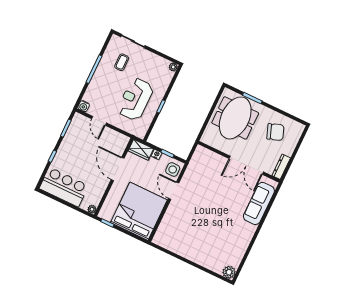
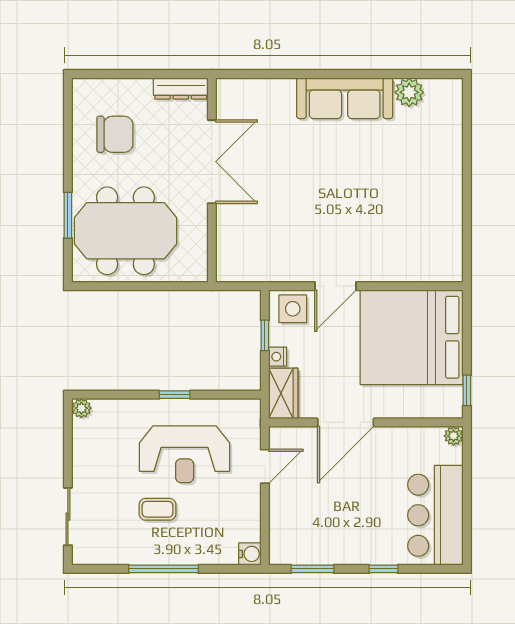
coffee table: (122, 62) -> (157, 509), moved
door: (99, 121) -> (265, 466), moved
chair: (275, 132) -> (115, 134), turned 110
sofa: (259, 203) -> (345, 98), moved
plant: (229, 272) -> (409, 92), moved

